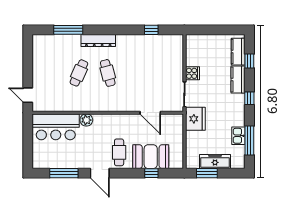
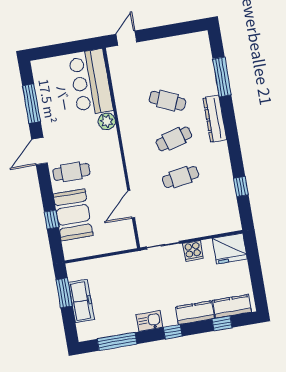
cafe table: (137, 73) -> (181, 177), added
fridge: (195, 119) -> (230, 249), moved
kitchen sink: (238, 136) -> (149, 321), moved

